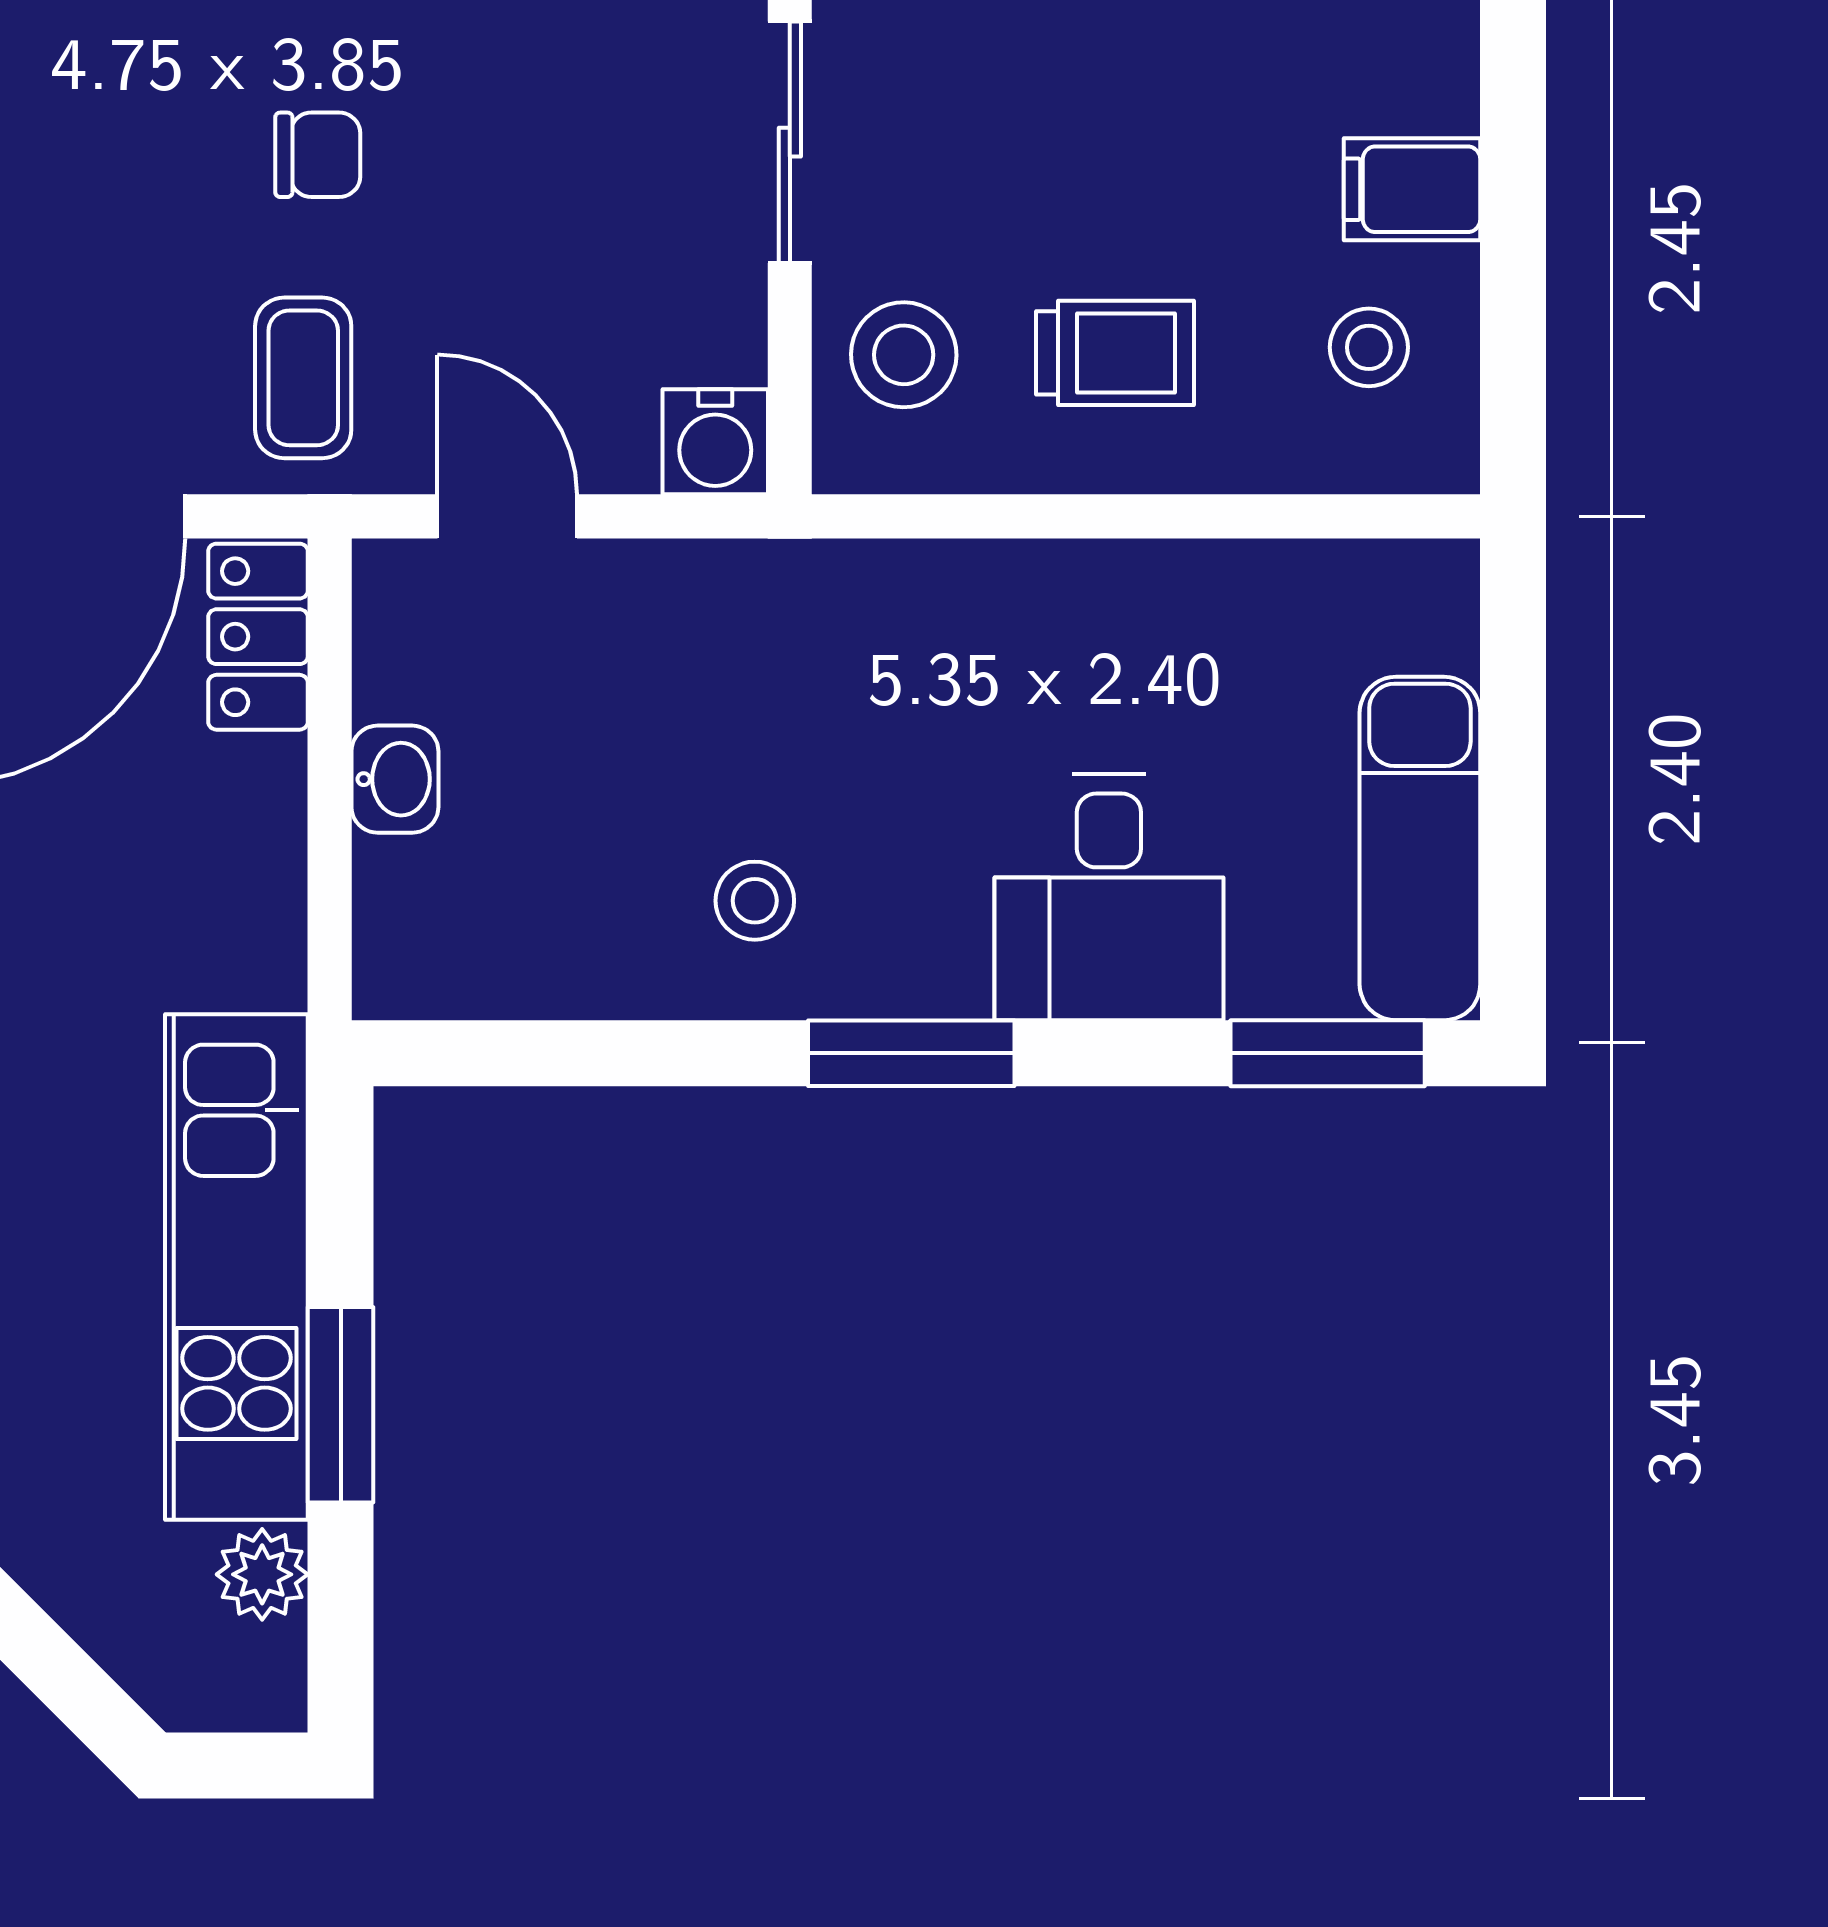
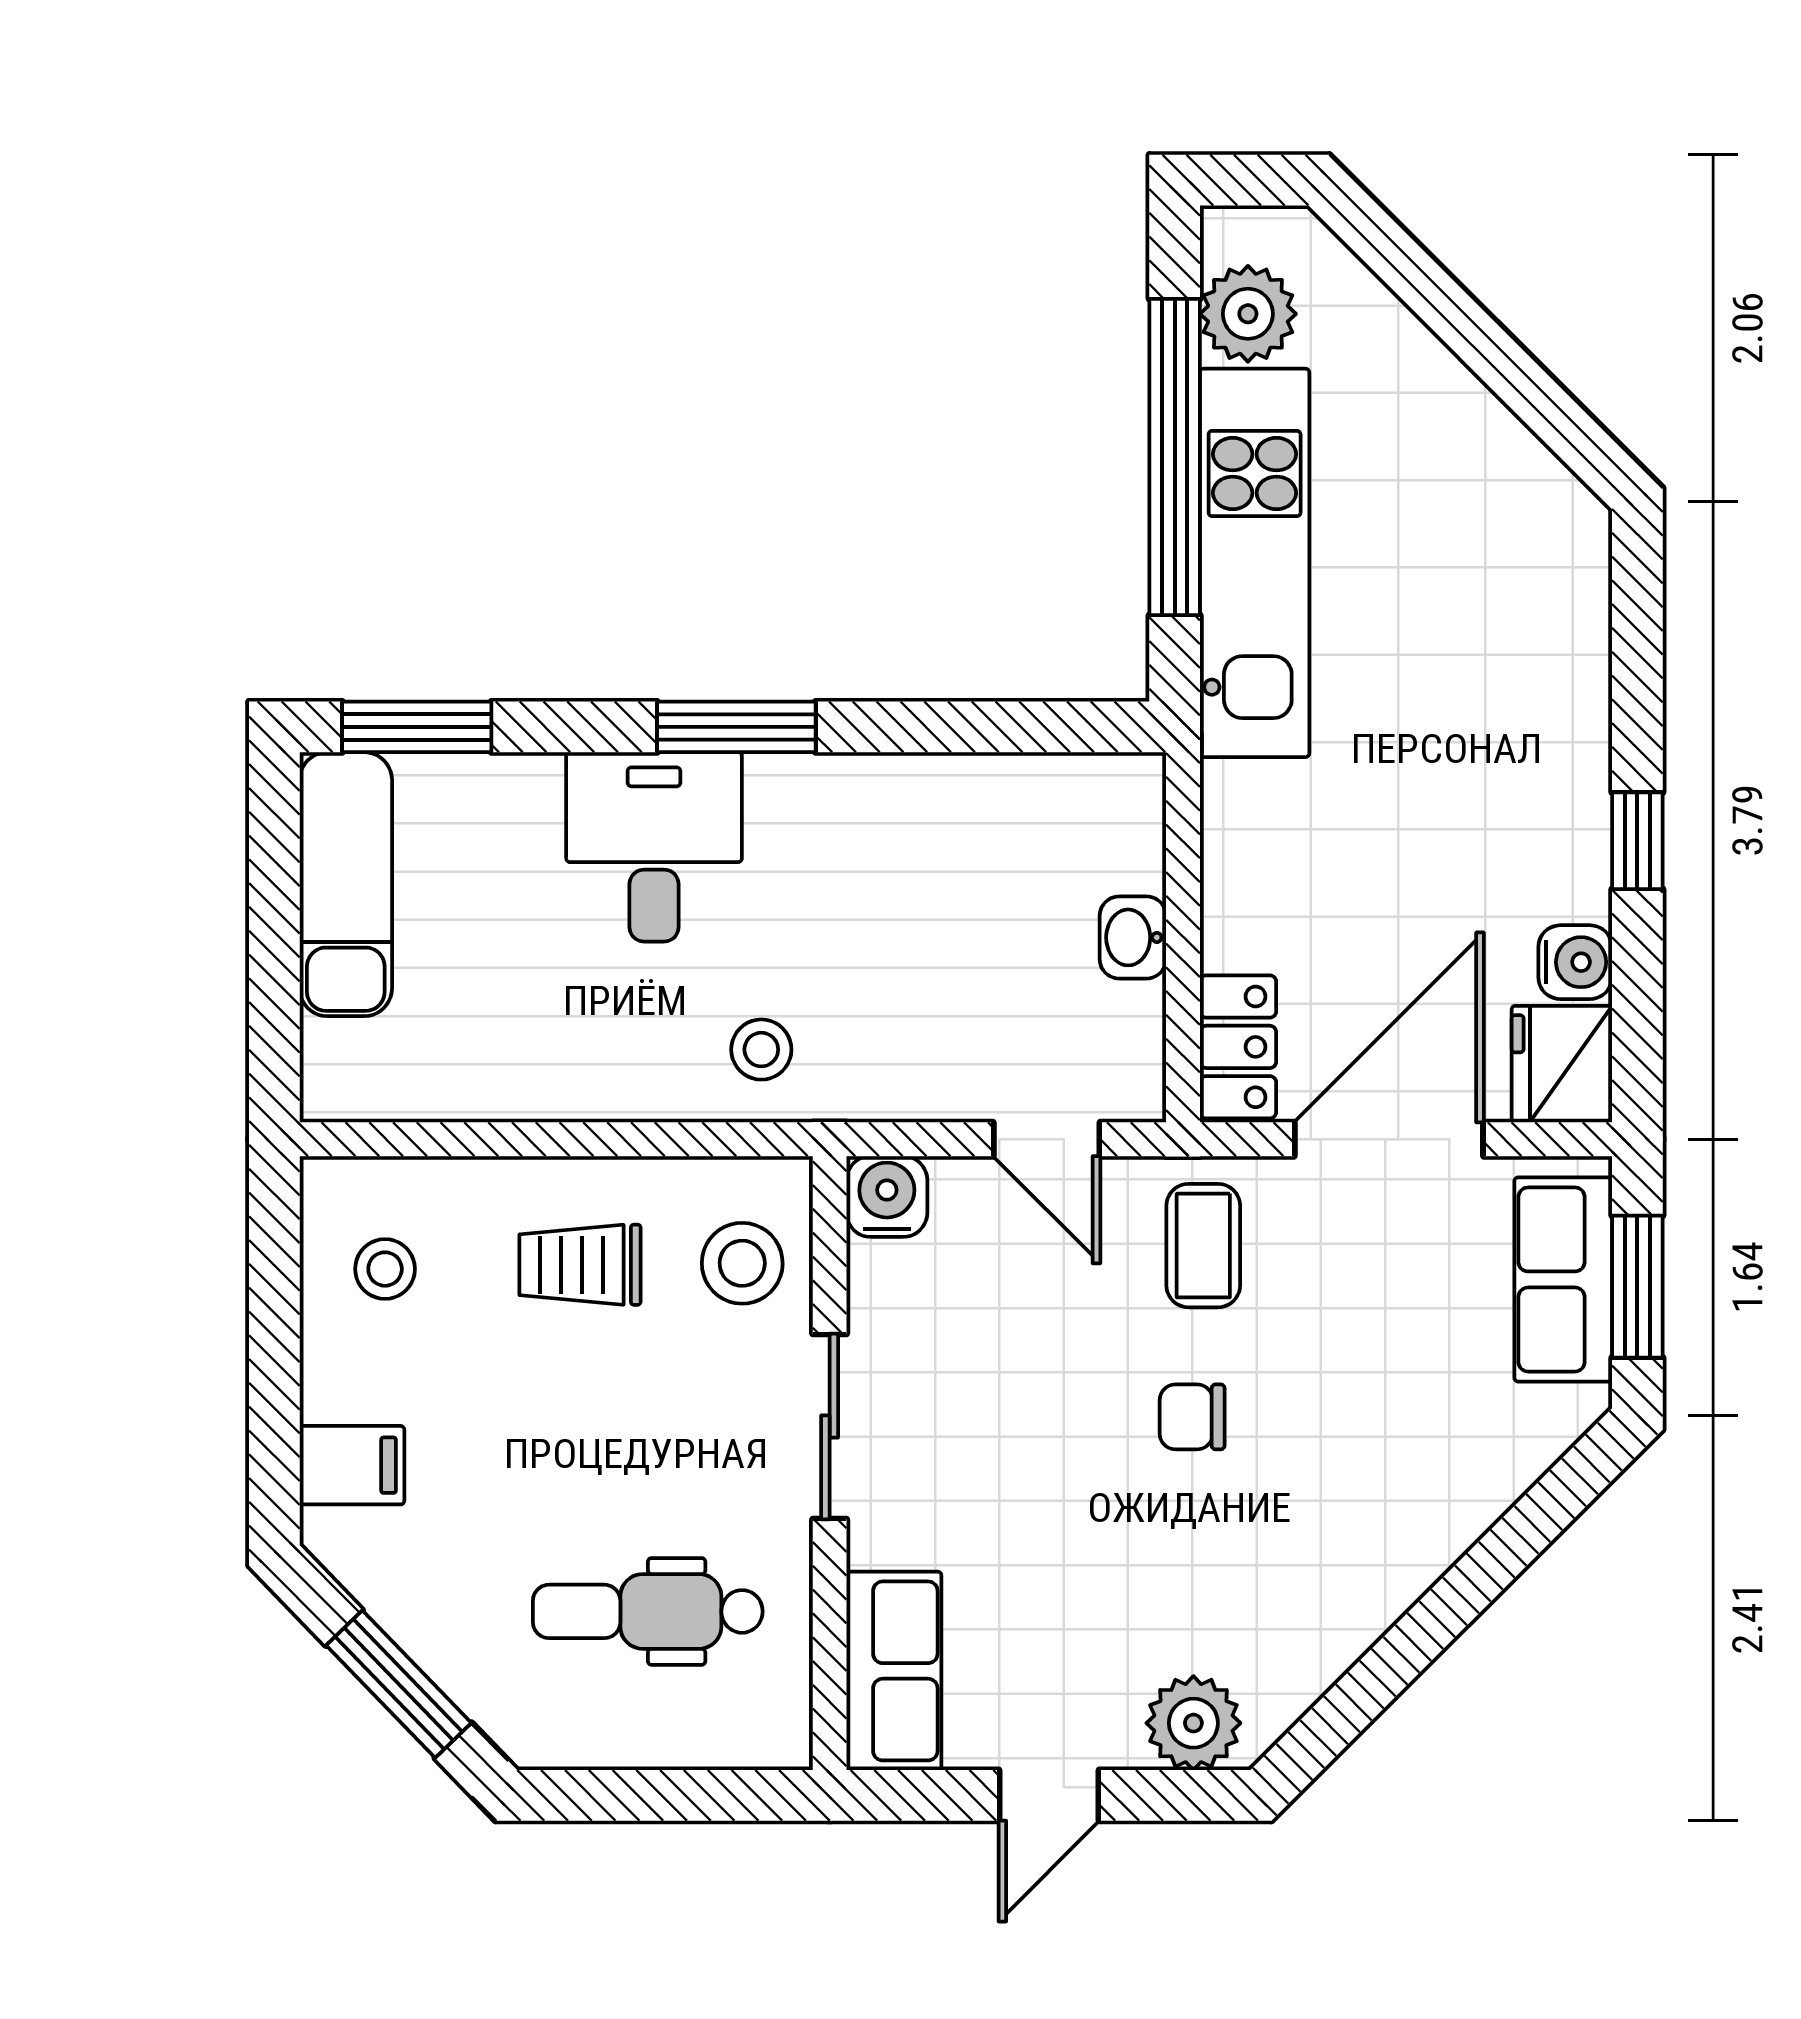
filing cabinet: (1412, 189) -> (352, 1465), moved
desk: (1109, 897) -> (654, 847), moved
stool: (755, 901) -> (761, 1050), moved
window: (341, 1405) -> (1175, 457), width x2.11
plant: (262, 1574) -> (1248, 314), width x1.38, depth x1.38

